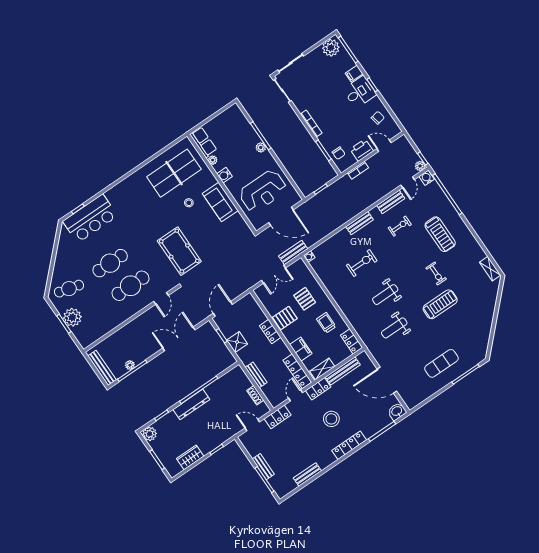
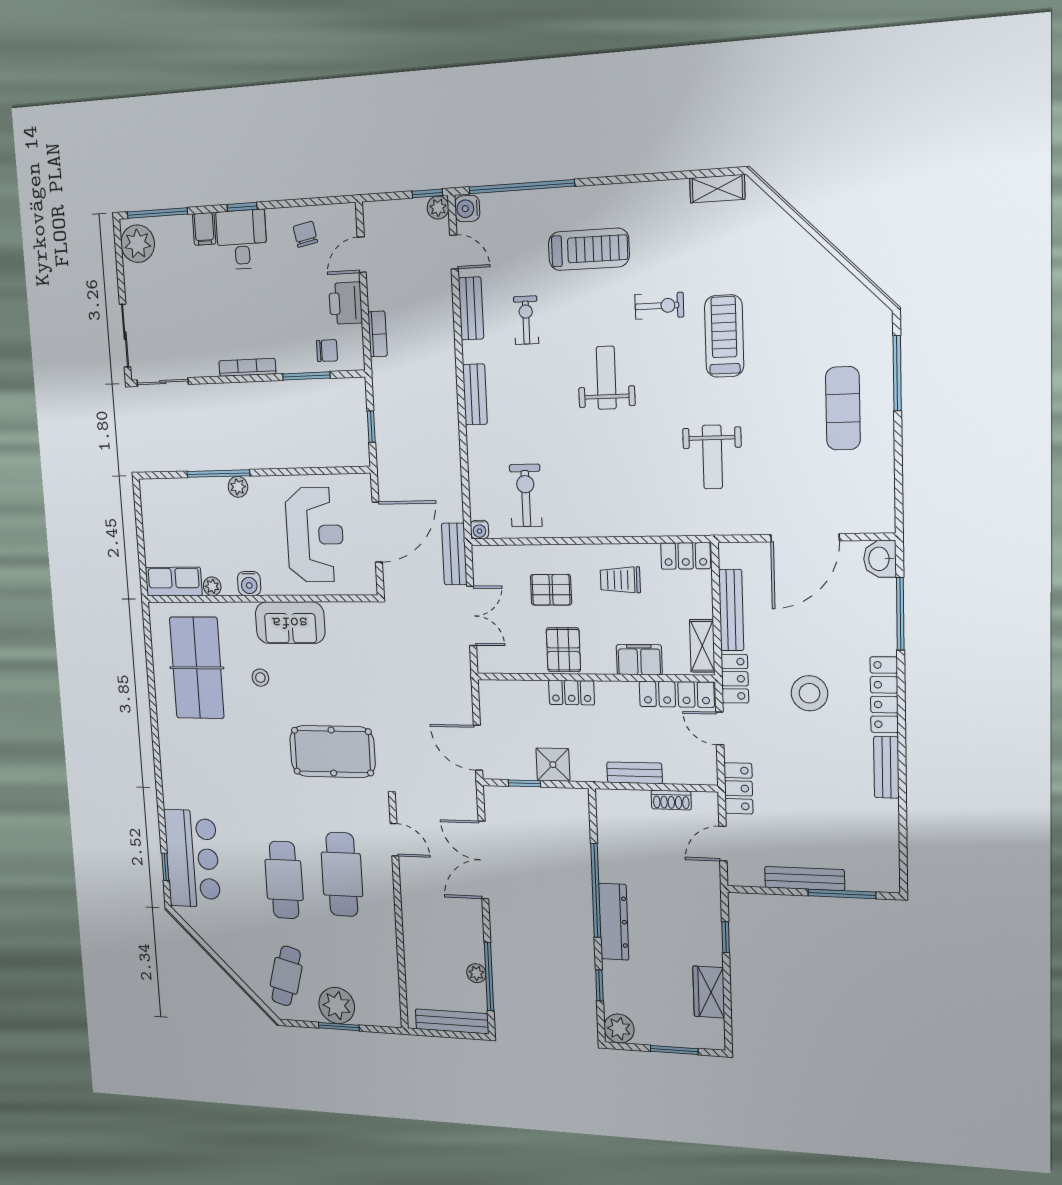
exercise bike: (362, 263) -> (526, 495), moved
weight bench: (385, 295) -> (606, 378), moved, turned 180
bench: (263, 467) -> (805, 878), width x1.36
bench: (307, 474) -> (886, 767), moved

